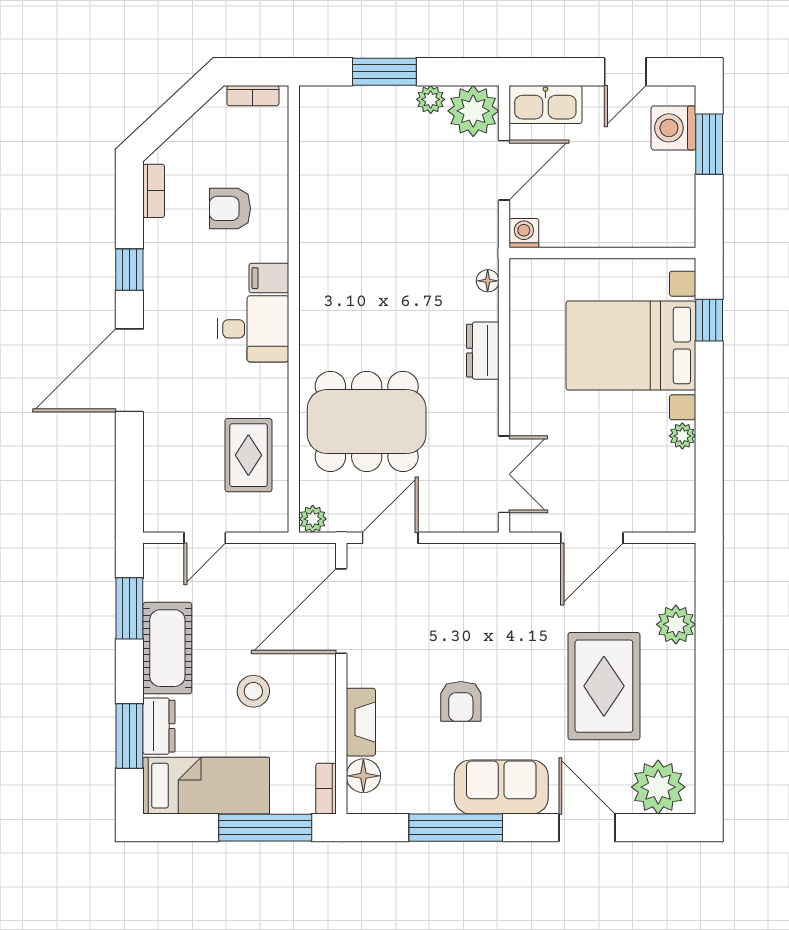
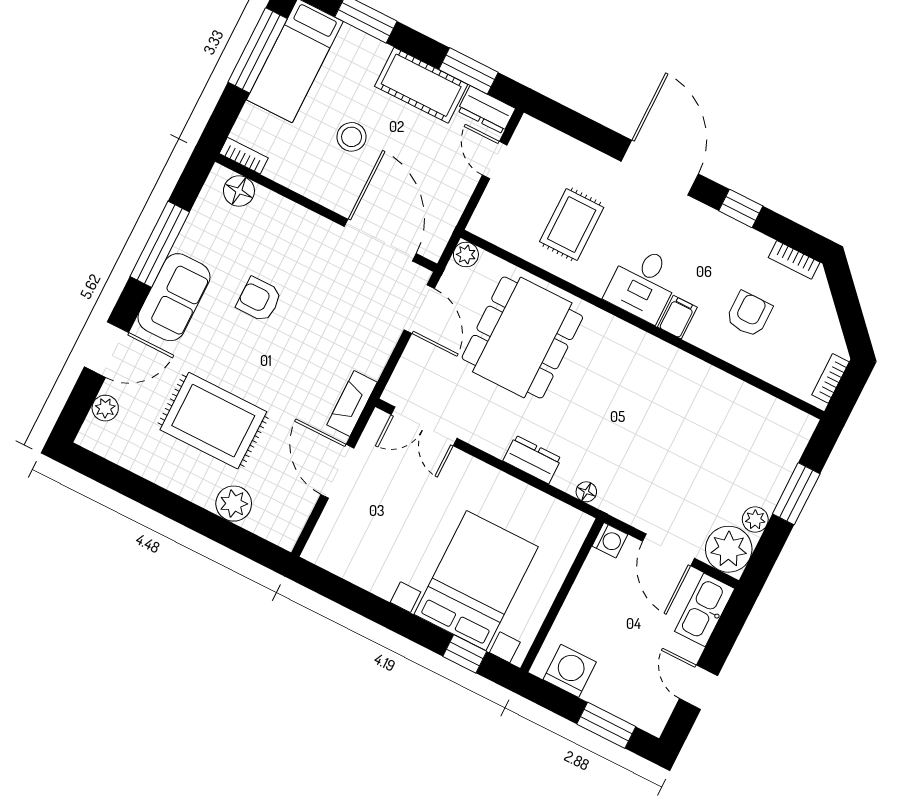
washing machine: (673, 128) -> (570, 671), moved
plant: (682, 436) -> (383, 585), removed
rug: (248, 455) -> (572, 224), moved, turned 90
fireplace: (361, 722) -> (352, 403), moved, turned 90
dresser: (159, 726) -> (486, 110), moved
plant: (658, 787) -> (105, 408), width x0.53, depth x0.53
window: (265, 828) -> (258, 50), moved

